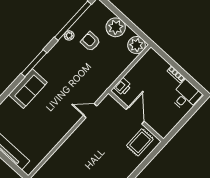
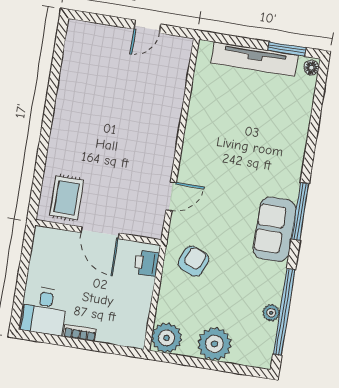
plant: (69, 35) -> (271, 313), moved
armchair: (90, 42) -> (193, 261), moved, turned -68
sofa: (28, 89) -> (275, 229), moved

